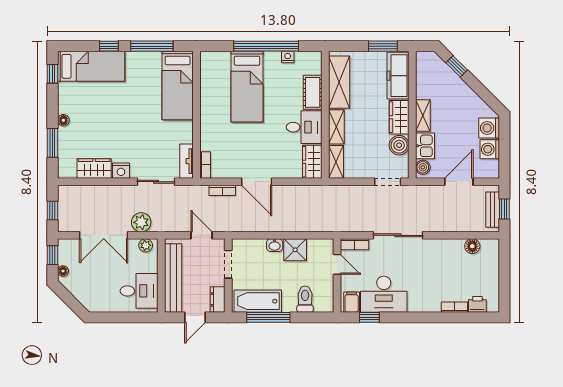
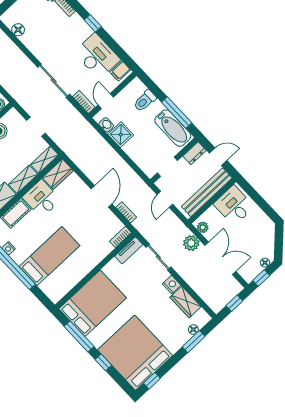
bed: (91, 66) -> (135, 353), width x2.04
bed: (178, 86) -> (93, 303), width x1.50
floor lamp: (63, 120) -> (193, 330), moved
doorway: (388, 182) -> (36, 127), moved
washbasin: (275, 245) -> (106, 125), moved
window: (369, 317) -> (93, 23), moved

